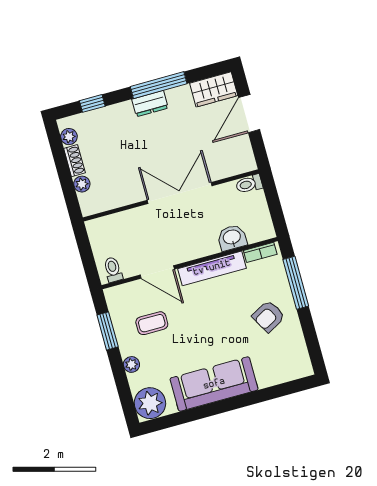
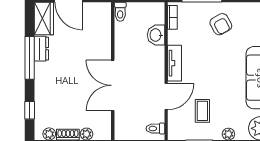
dresser: (150, 104) -> (41, 49), moved
double door: (180, 193) -> (113, 85), moved
tv unit: (212, 268) -> (174, 63), width x0.71

